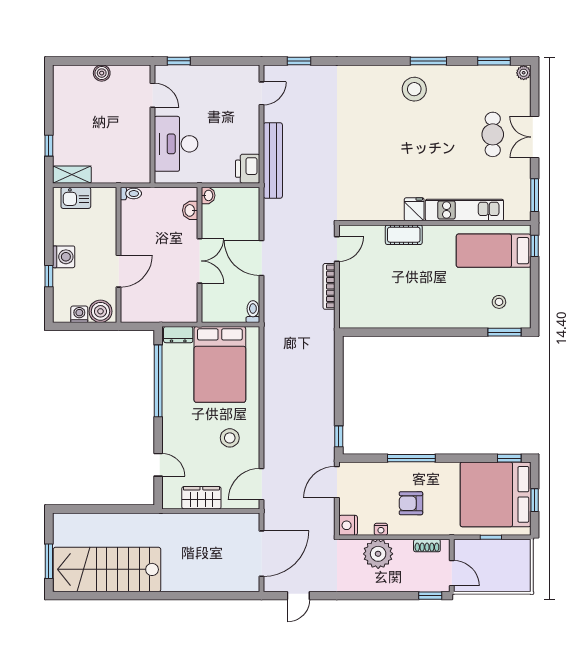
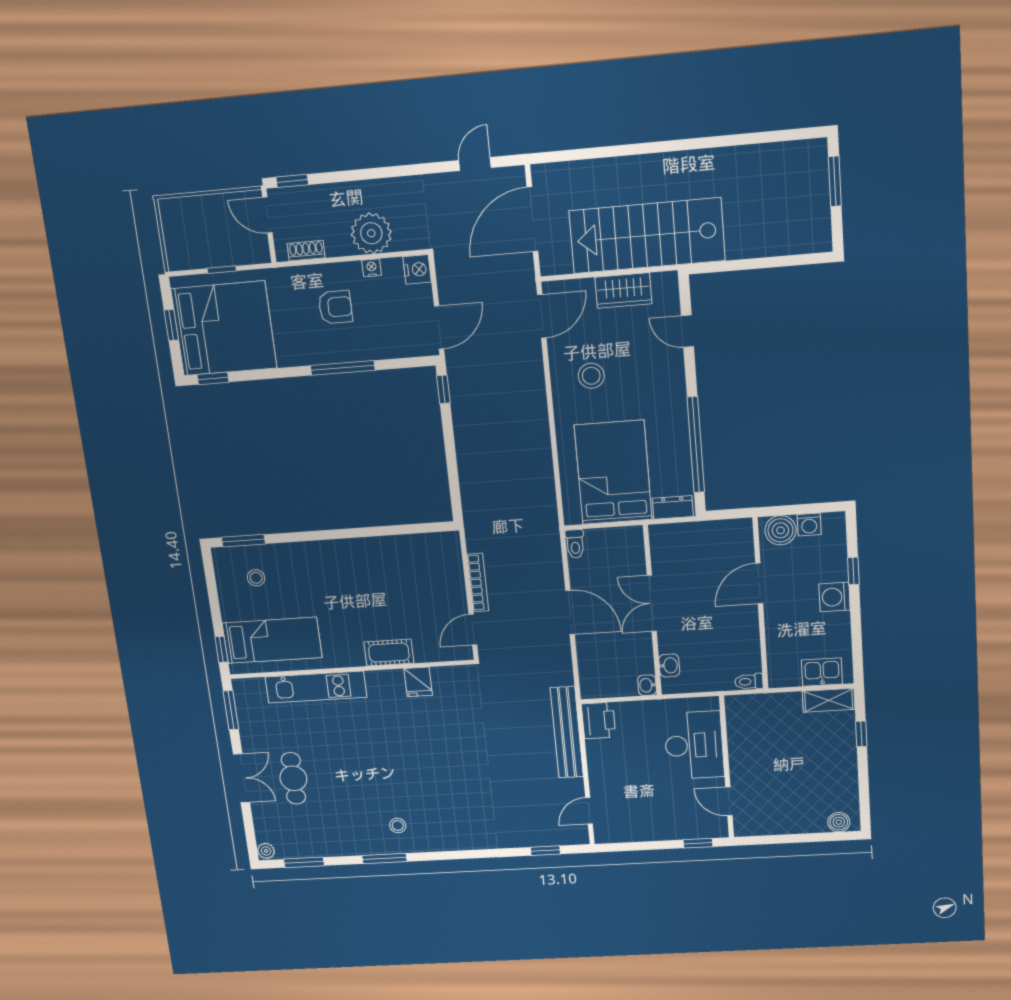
boiler: (102, 73) -> (839, 822), moved
stool: (414, 89) -> (398, 825), width x0.53, depth x0.53
fridge: (414, 209) -> (418, 682), moved
stairs: (107, 569) -> (647, 236), moved, turned 180

